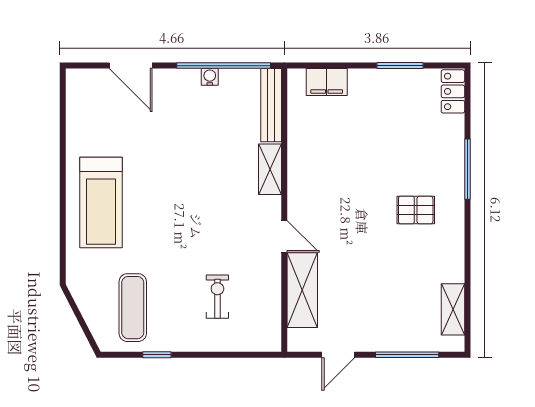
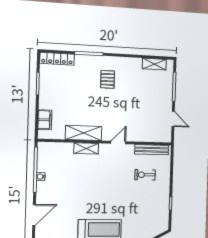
locker: (453, 91) -> (57, 59), width x1.53
bench: (271, 105) -> (152, 150), moved
shelving: (302, 290) -> (84, 133), moved
exercise mat: (133, 308) -> (149, 215), removed

